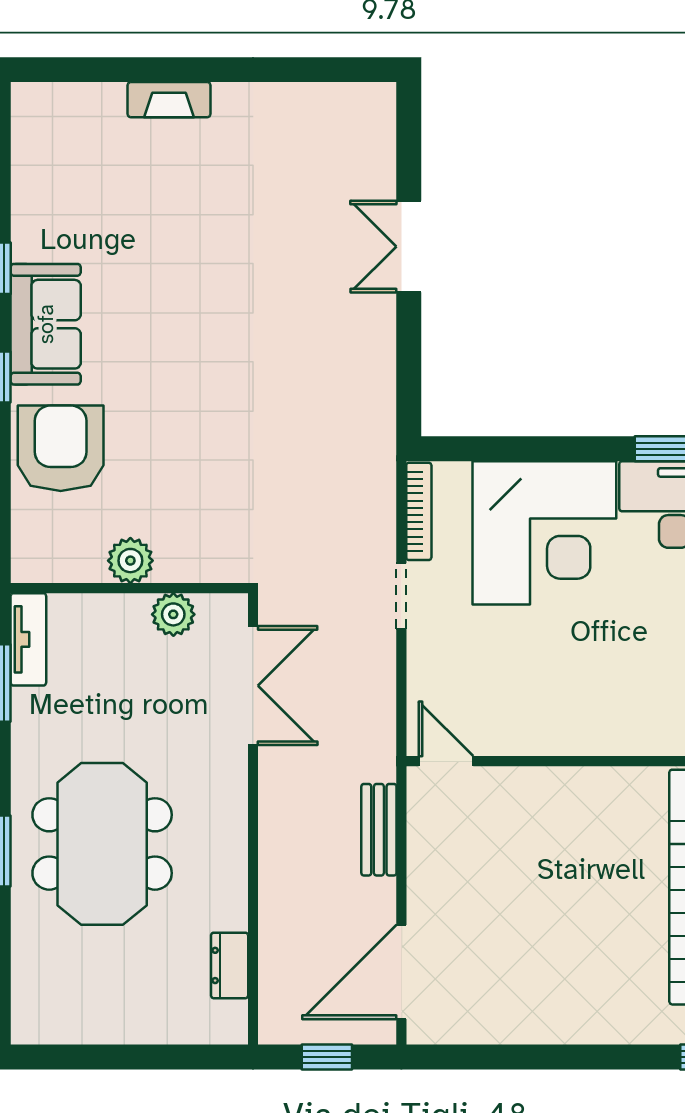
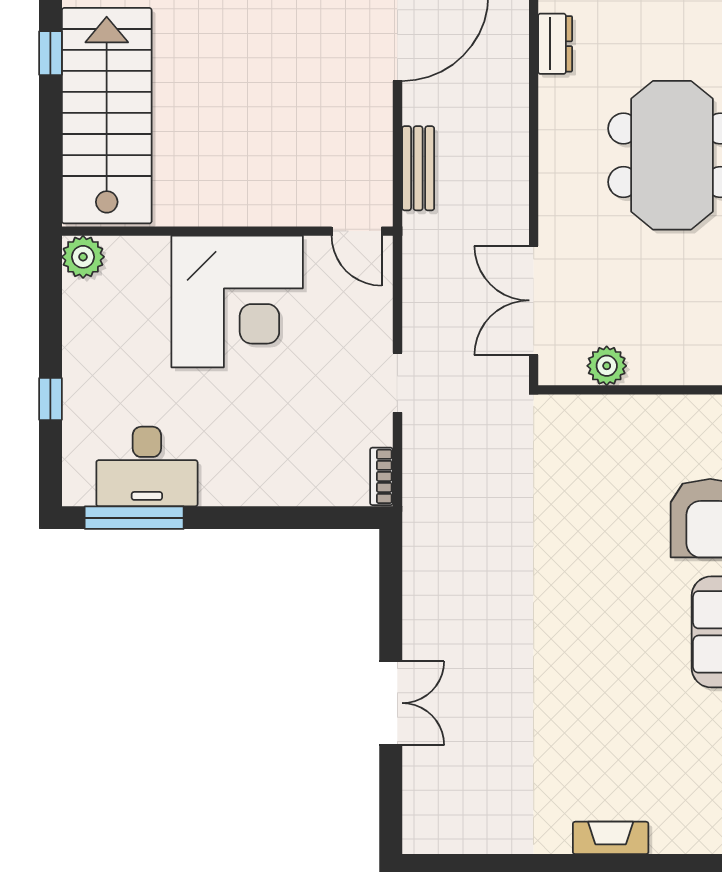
bookcase: (419, 511) -> (381, 476), width x0.64
corner desk: (544, 533) -> (237, 301), moved, turned 180
plant: (130, 561) -> (646, 415), removed

